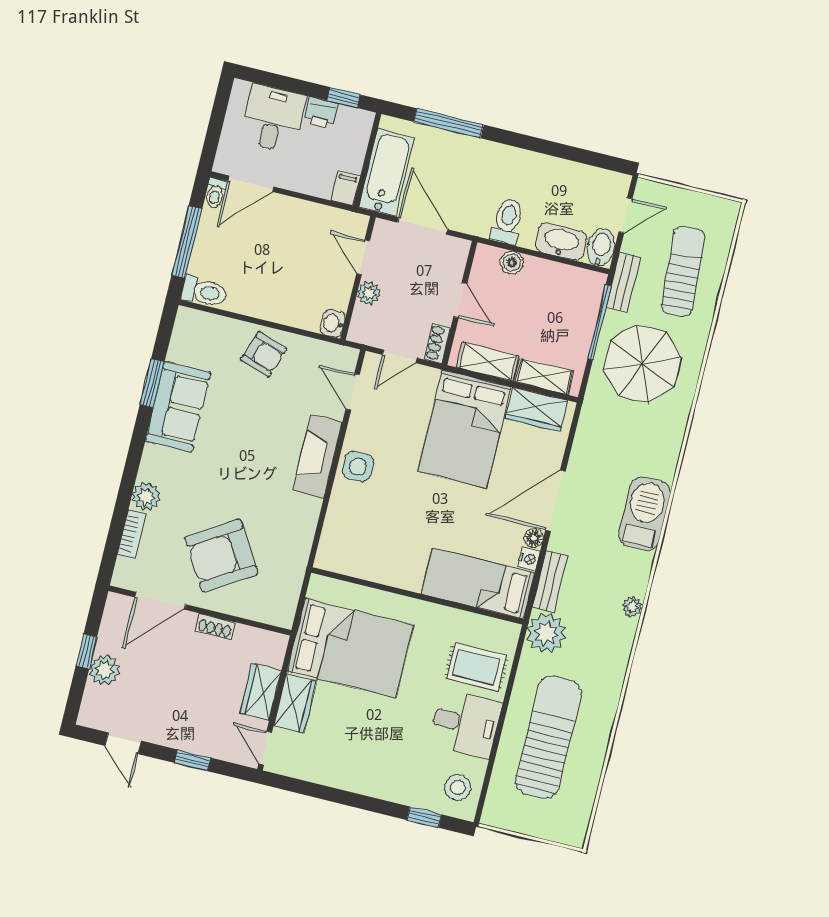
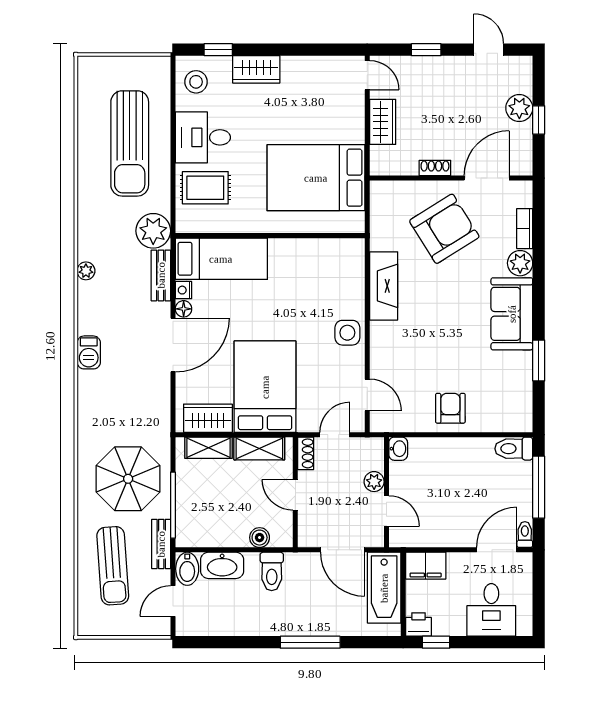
printer: (321, 113) -> (418, 624), moved
window: (449, 123) -> (310, 642), moved
filing cabinet: (345, 188) -> (426, 566), width x2.00
armchair: (264, 354) -> (450, 408), turned 71
sofa: (178, 407) -> (512, 314), moved
fireplace: (317, 457) -> (384, 286), moved
barbecue: (645, 514) -> (89, 352), width x0.53, depth x0.65
wardrobe: (295, 703) -> (256, 69), moved, turned -90

